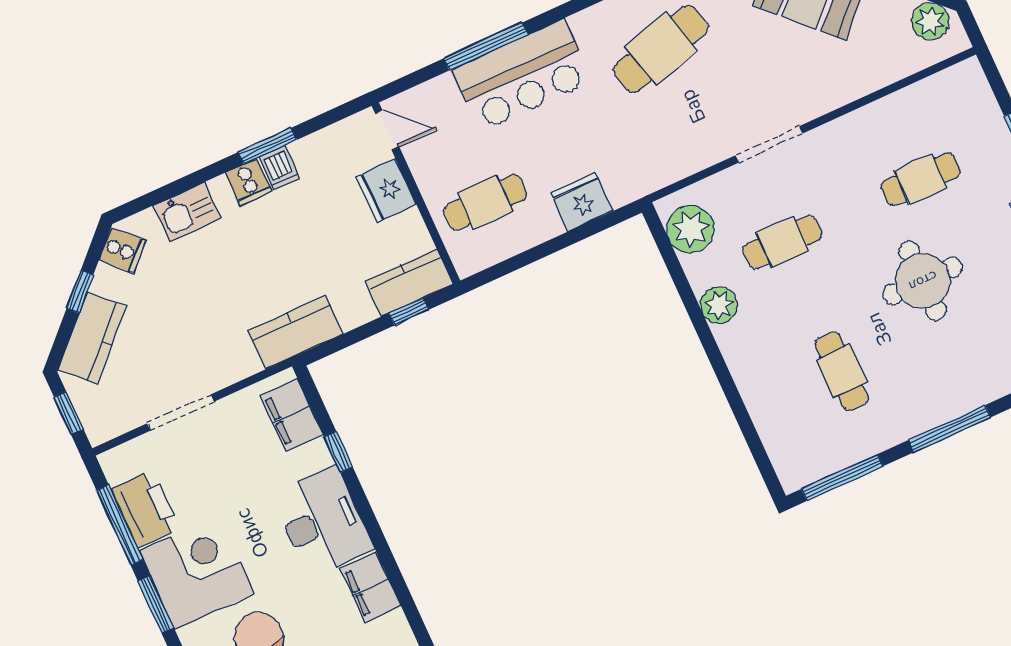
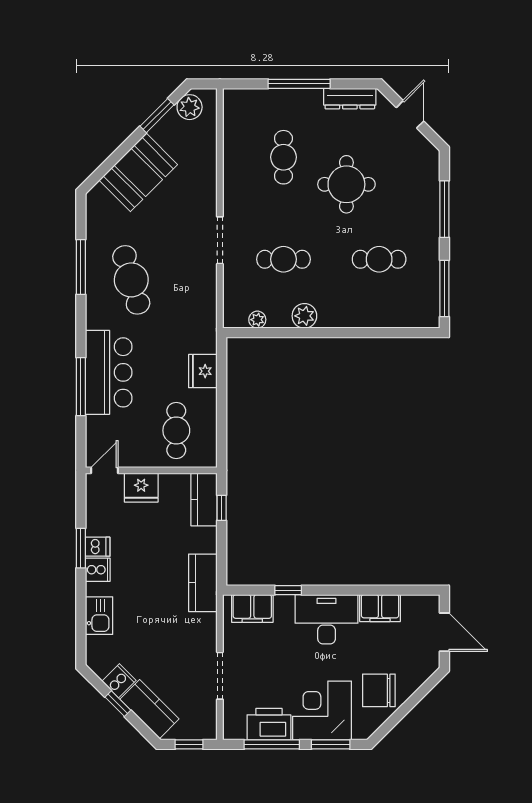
plant: (690, 229) -> (257, 320), width x0.53, depth x0.53
cafe table: (783, 242) -> (283, 259), turned 90
cooker: (122, 250) -> (119, 681), moved

